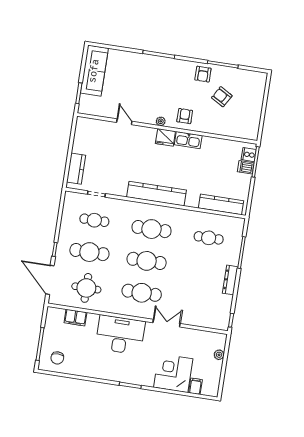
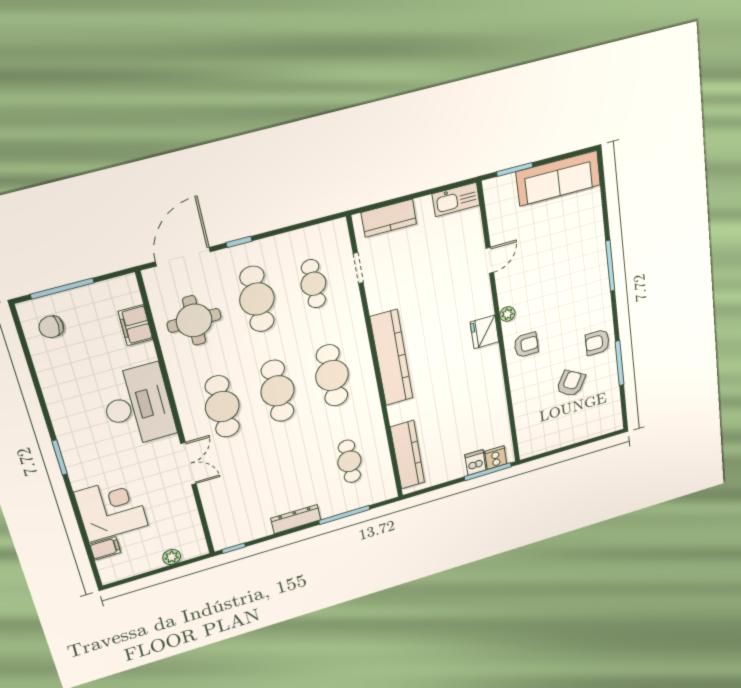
kitchen sink: (188, 140) -> (456, 199), moved, turned -90

